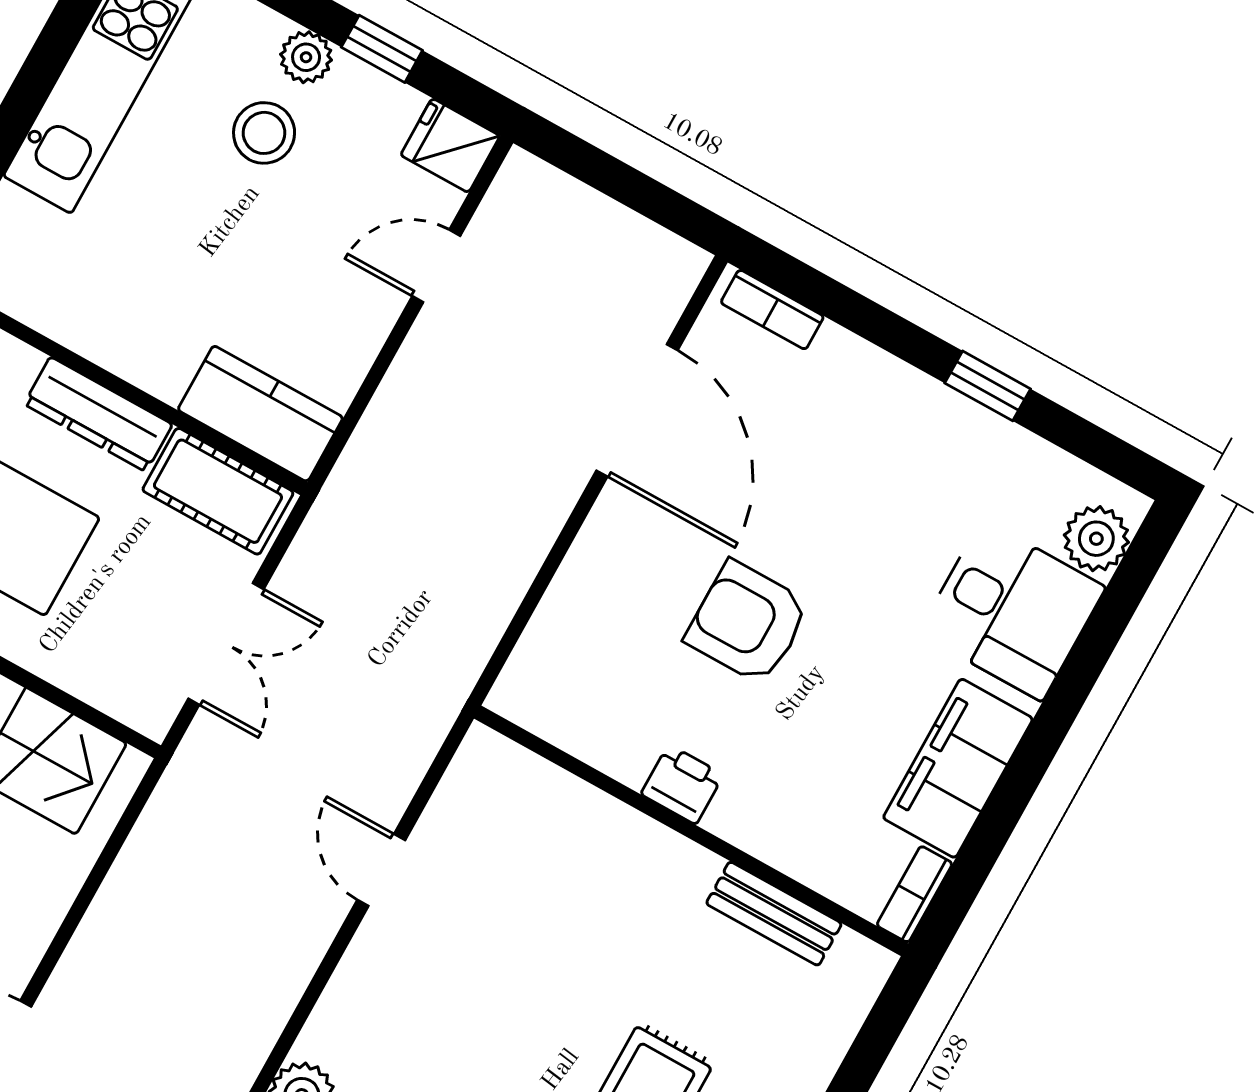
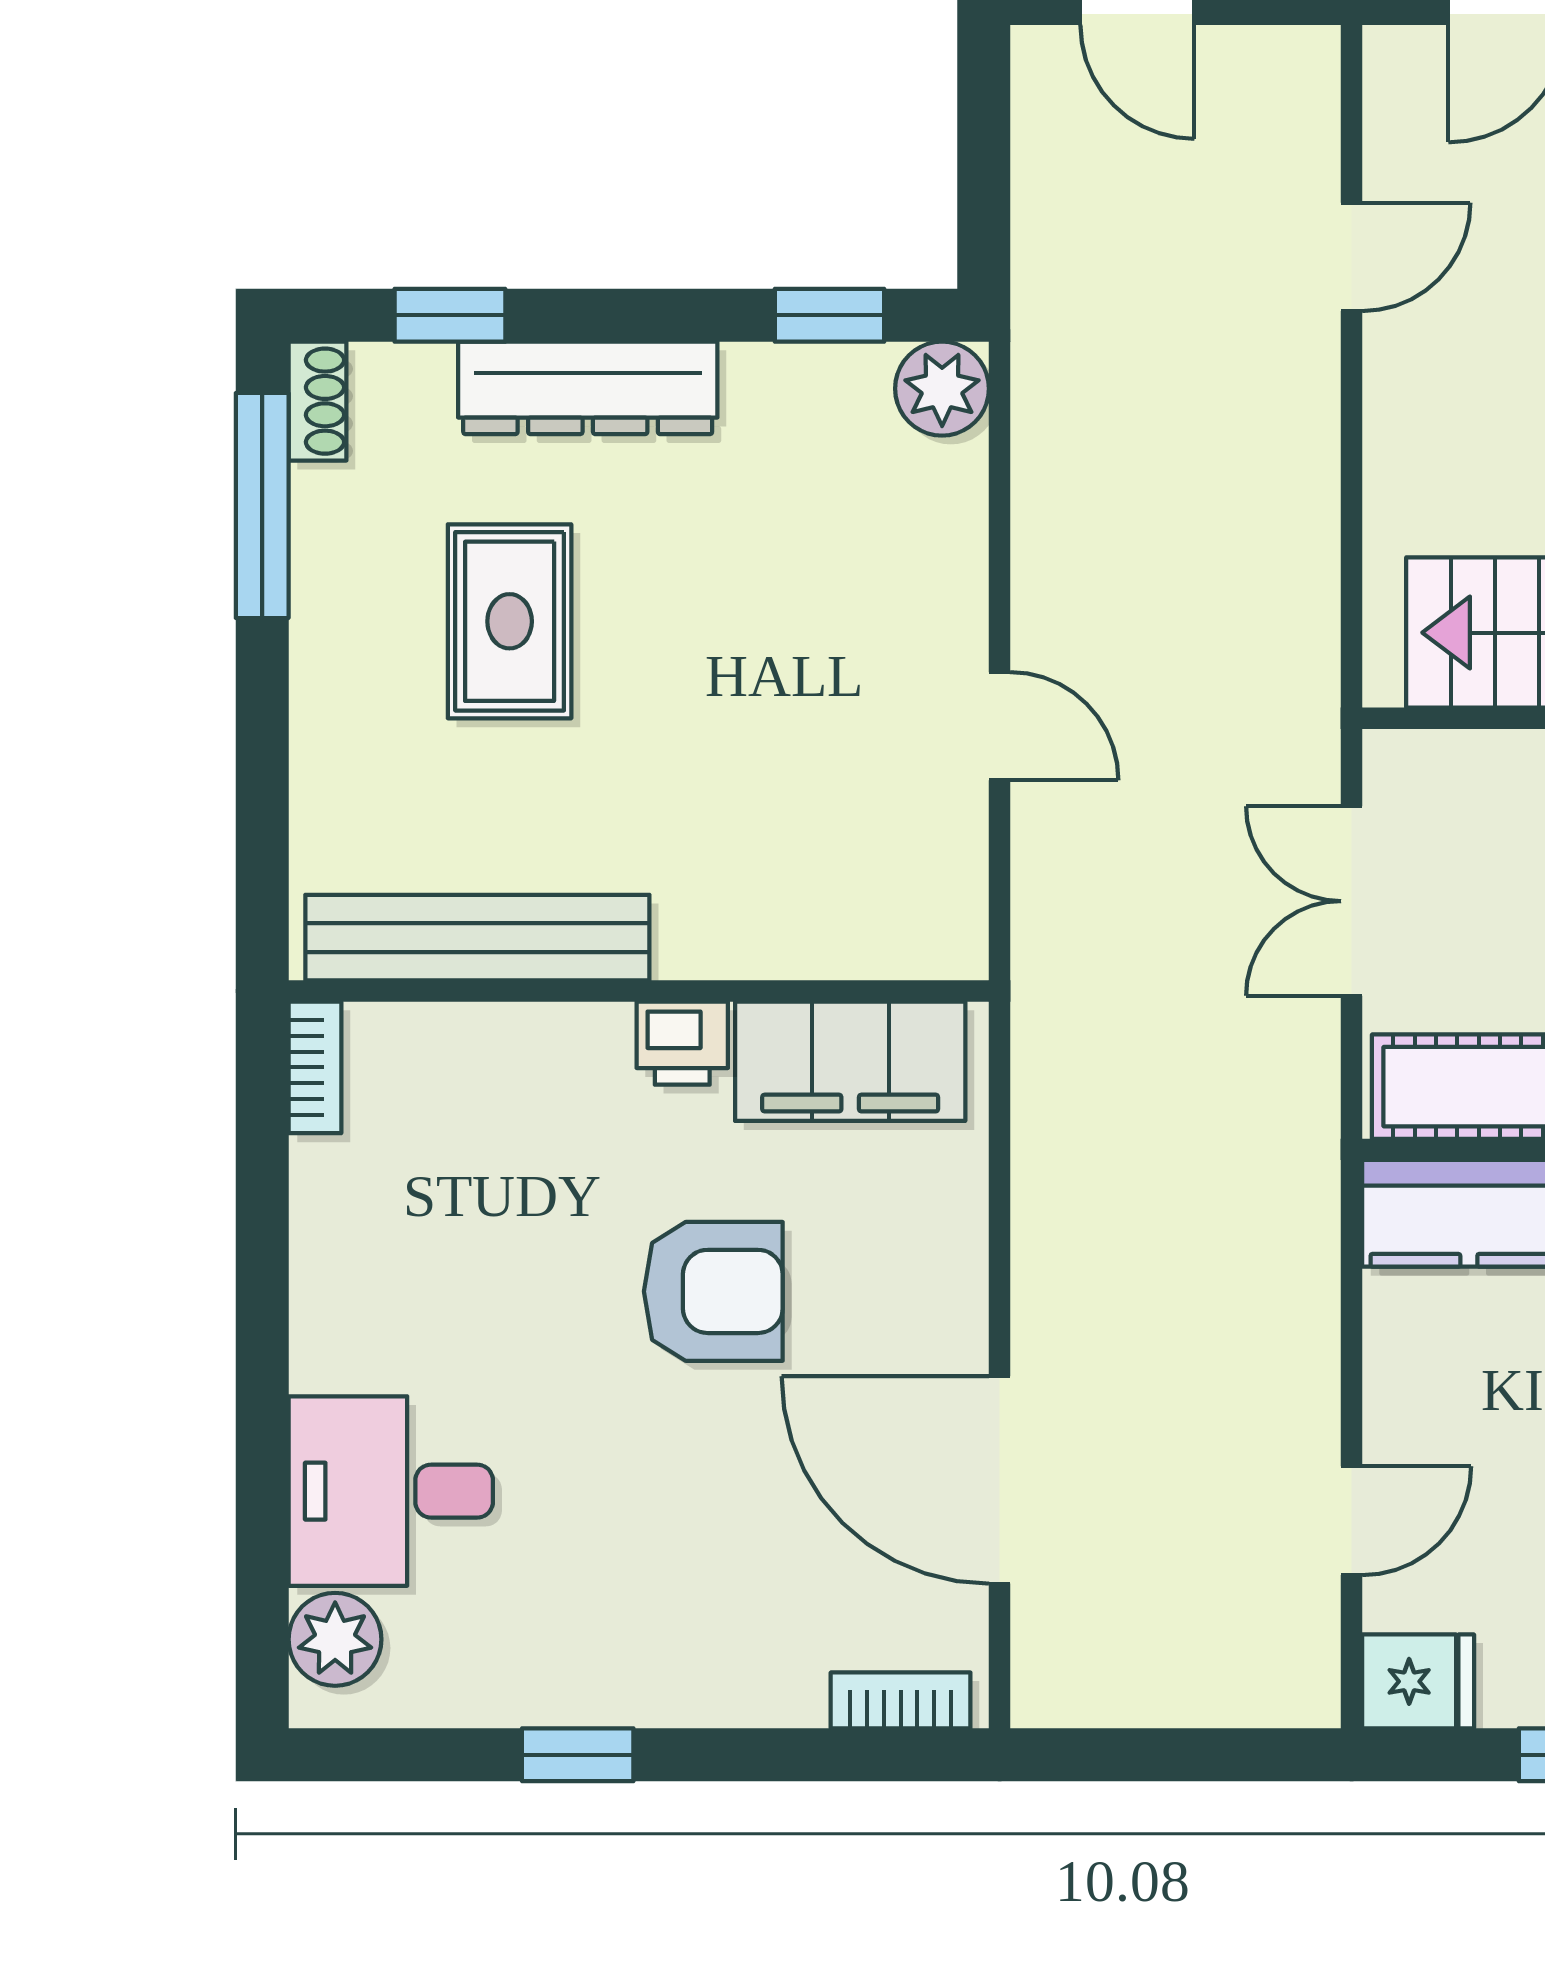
filing cabinet: (958, 768) -> (850, 1061), moved, turned 90
bench: (774, 914) -> (477, 938), width x1.86, depth x1.21

